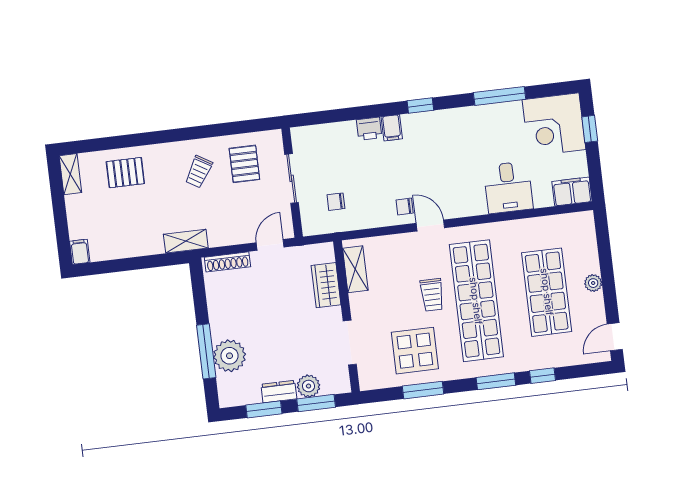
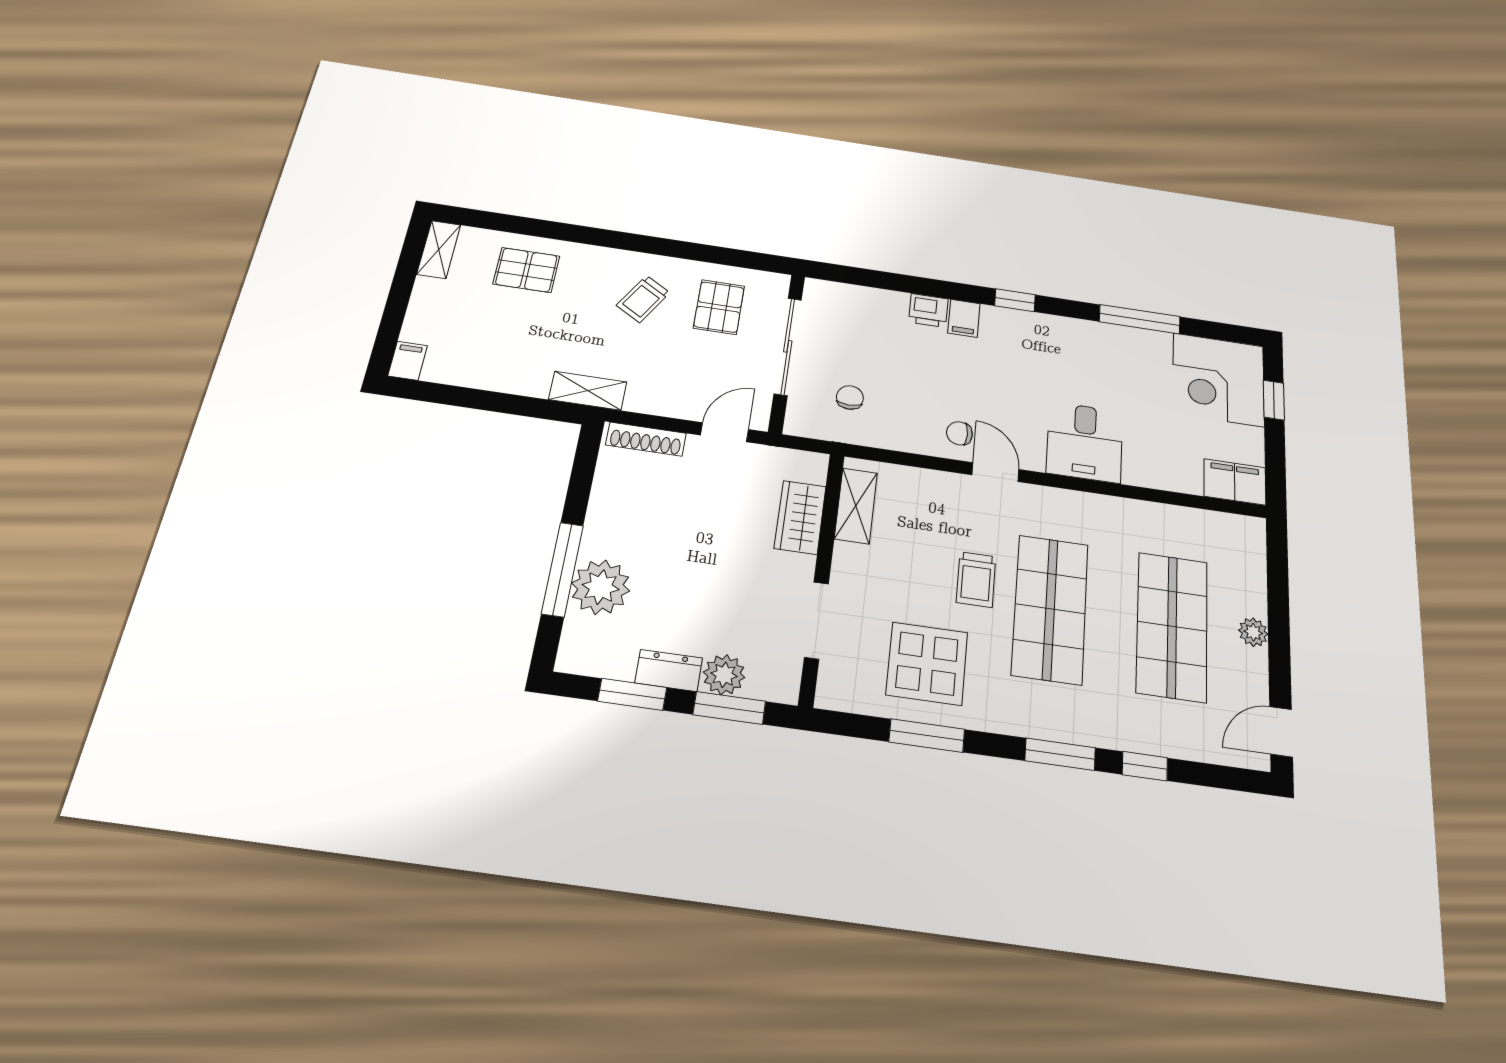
sliding door: (292, 178) -> (788, 346), width x1.37
desk: (508, 187) -> (1085, 442), moved
chair: (336, 202) -> (850, 397), turned 90
shop shelf: (476, 301) -> (1050, 609), width x0.71

